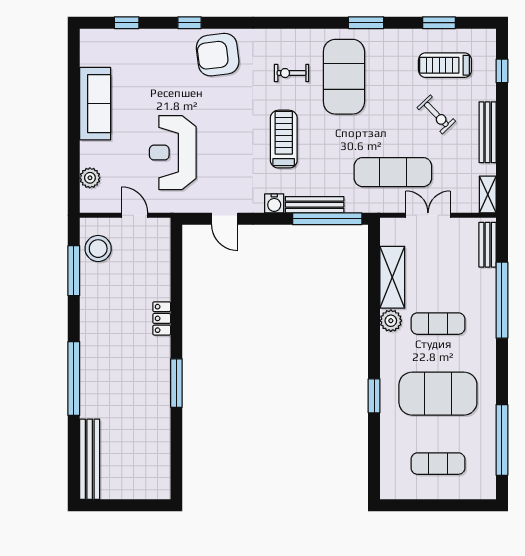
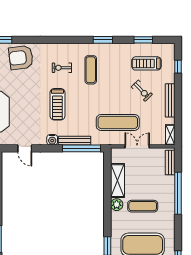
exercise mat: (344, 77) -> (91, 70), width x0.50, depth x0.69
treadmill: (284, 139) -> (57, 104), turned 180

